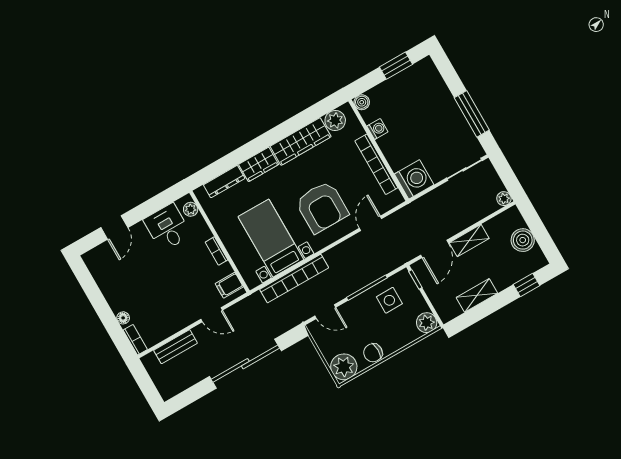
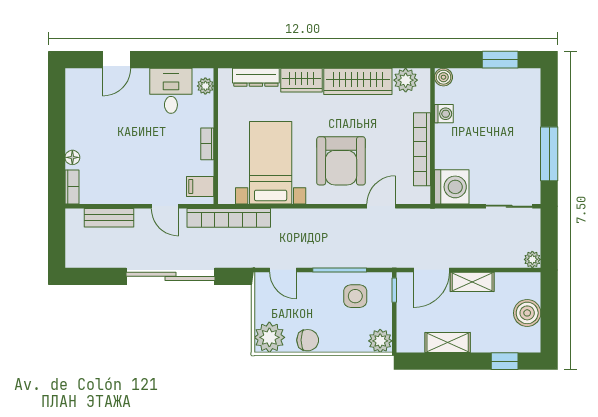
bookcase: (294, 279) -> (229, 218), moved
chair: (373, 353) -> (308, 340), turned 180

